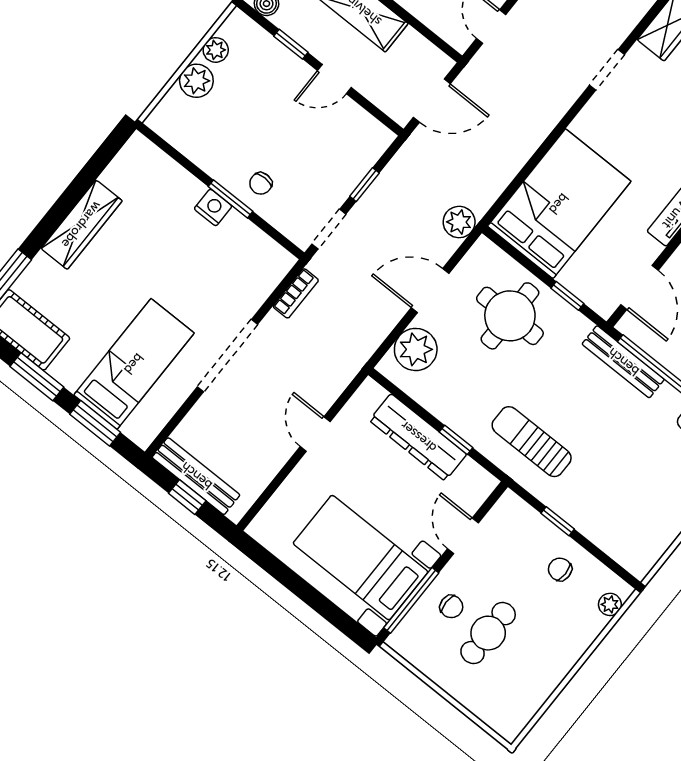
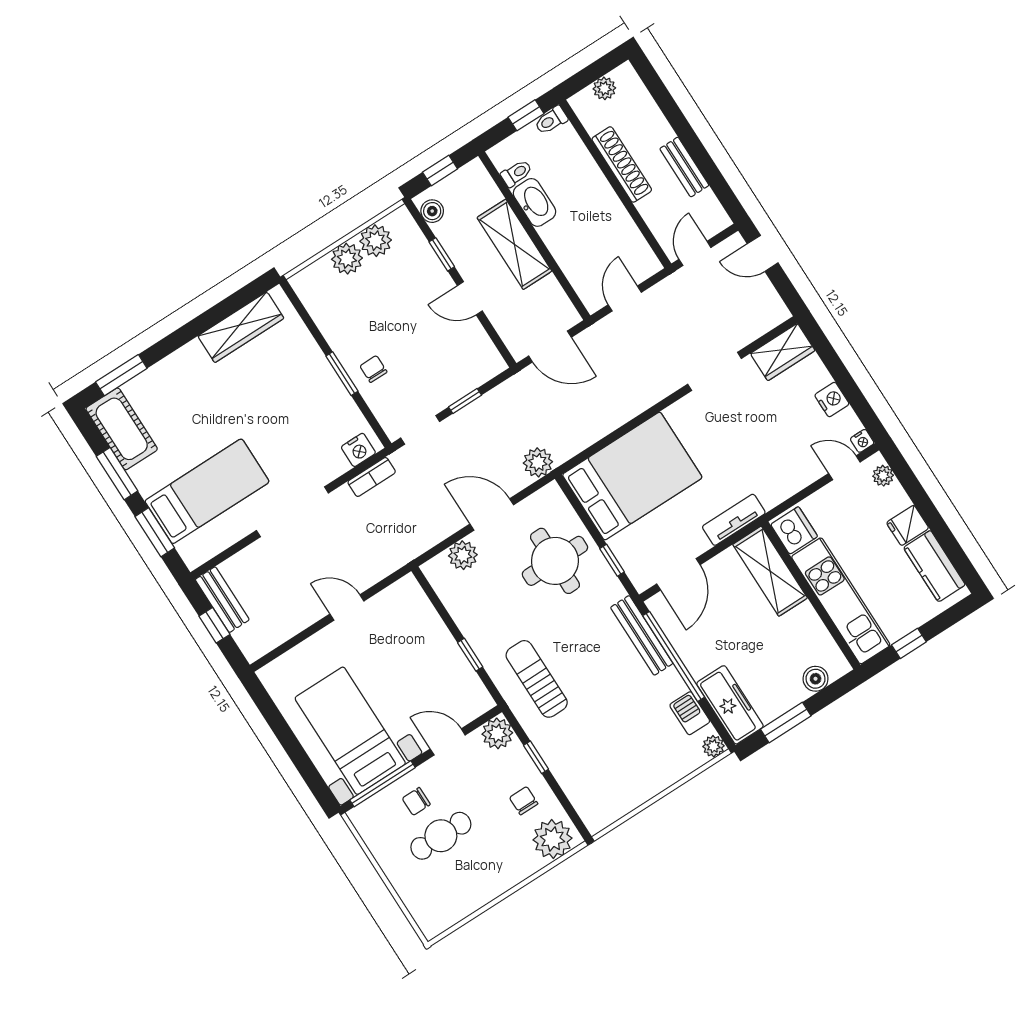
plant: (216, 50) -> (376, 241), width x1.38, depth x1.38
doorway: (607, 70) -> (715, 371), width x1.38
chair: (261, 183) -> (373, 369), turned 90
nightstand: (213, 207) -> (358, 450), moved, turned 90
wardrobe: (82, 225) -> (241, 327), moved
plant: (416, 349) -> (463, 555), width x0.73, depth x0.73
door: (315, 434) -> (347, 607), hinge flipped
dresser: (418, 437) -> (437, 641), removed
bench: (196, 476) -> (222, 600), width x0.73
plant: (510, 510) -> (497, 733), added
door: (463, 536) -> (448, 742), hinge flipped
plant: (610, 604) -> (553, 839), width x1.88, depth x1.88
chair: (451, 607) -> (416, 801), turned 90

